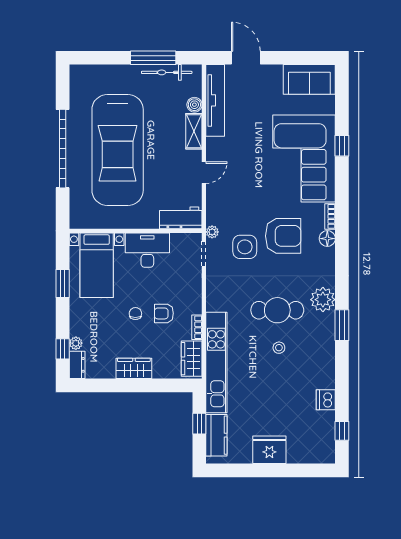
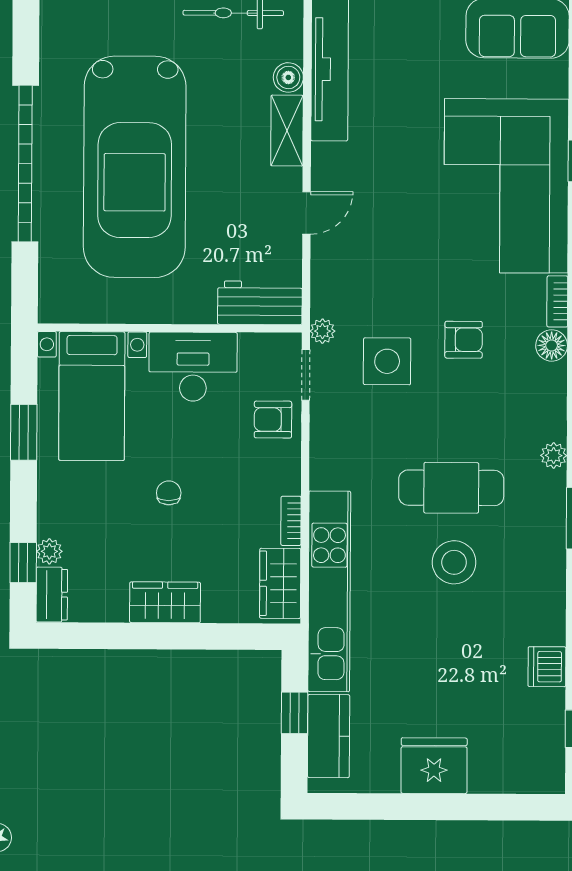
armchair: (283, 236) -> (464, 340), width x0.53, depth x0.53
plant: (323, 300) -> (554, 455), width x0.53, depth x0.53
armchair: (164, 313) -> (273, 420), moved
stool: (279, 348) -> (454, 562), width x1.89, depth x1.89

